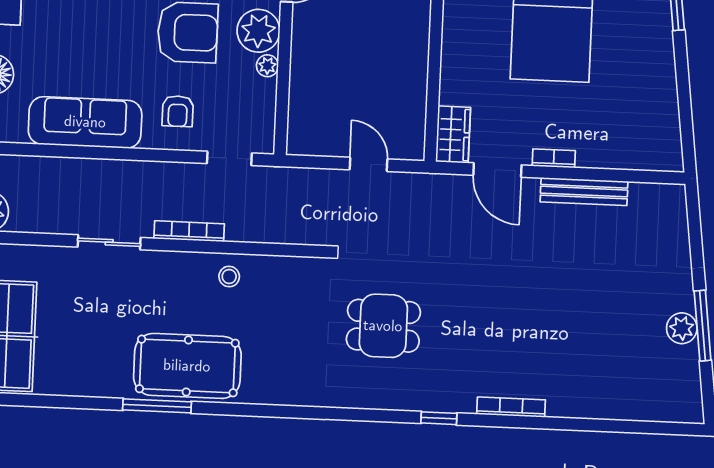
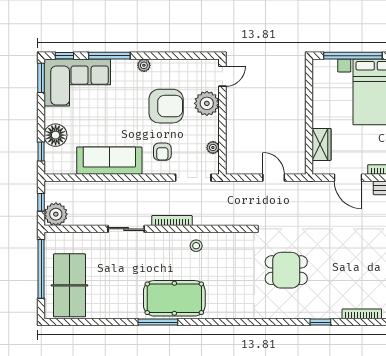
plant: (267, 66) -> (213, 147), moved
wardrobe: (453, 135) -> (322, 144), moved
doorway: (229, 158) -> (193, 178), width x1.38

